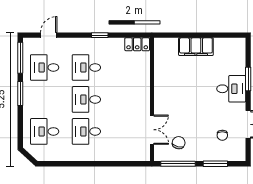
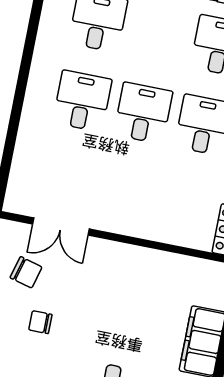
chair: (222, 135) -> (40, 322), moved

